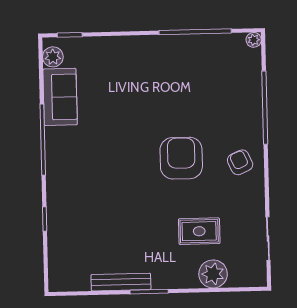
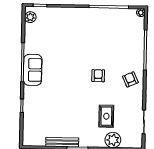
sofa: (60, 97) -> (33, 70), moved
armchair: (181, 158) -> (98, 76), width x0.53, depth x0.53
rug: (199, 231) -> (106, 116), turned 90

